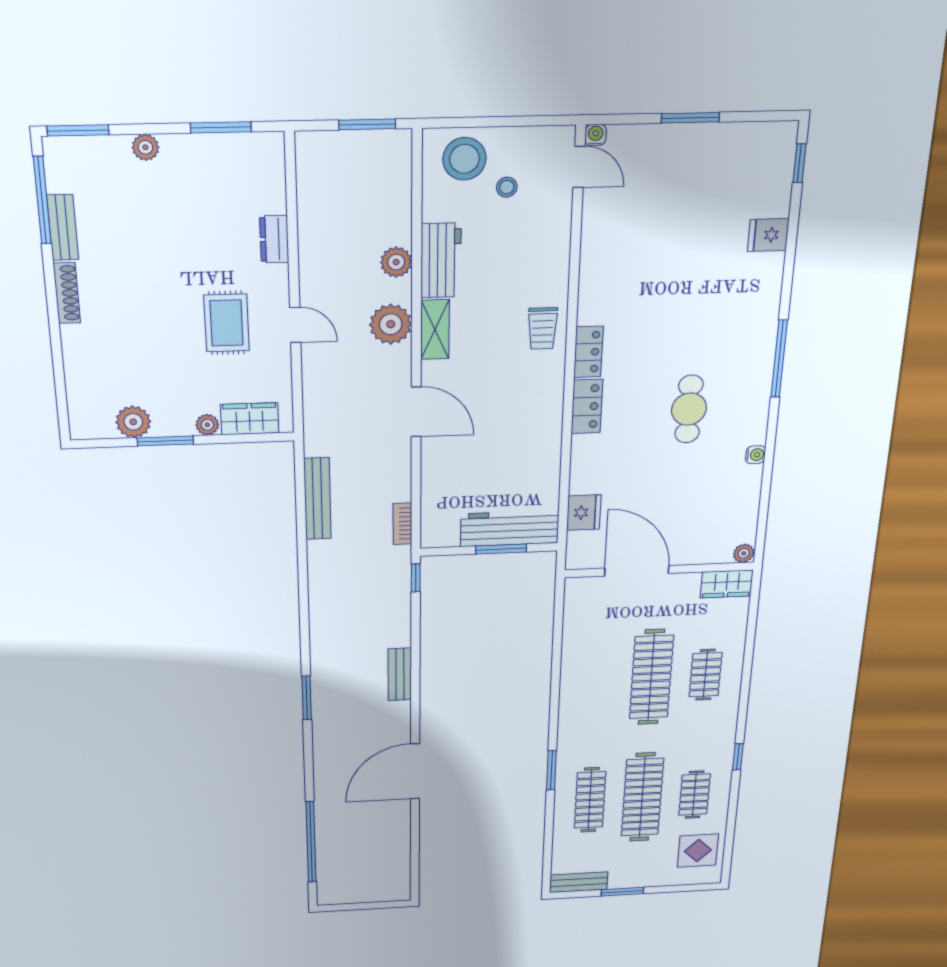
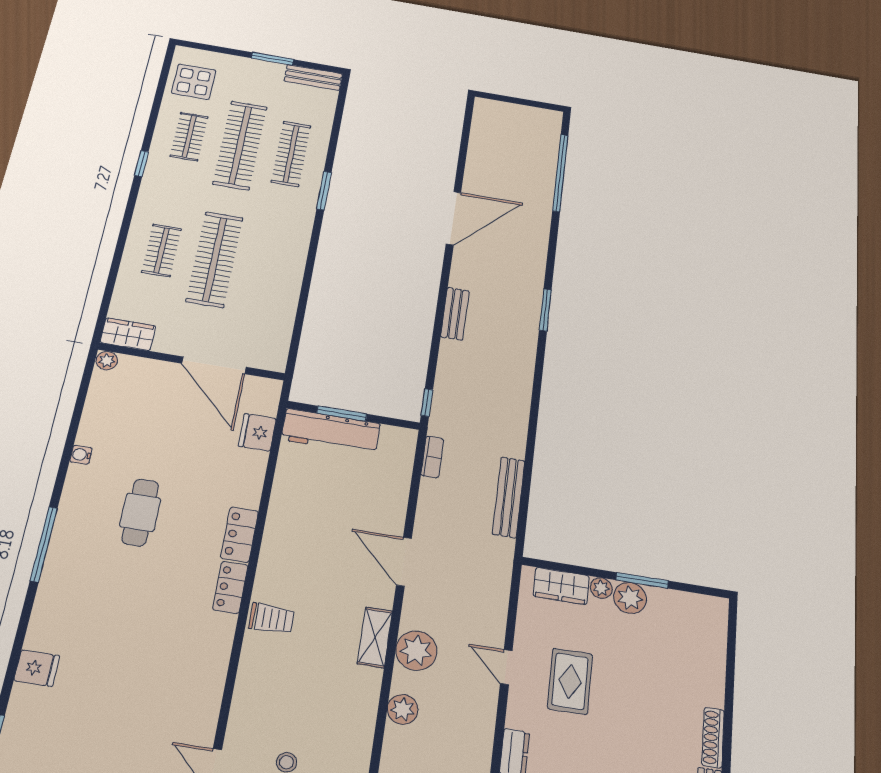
workbench: (441, 260) -> (360, 703), removed
trolley: (543, 328) -> (272, 619), turned 90
plant: (133, 422) -> (630, 598), moved

